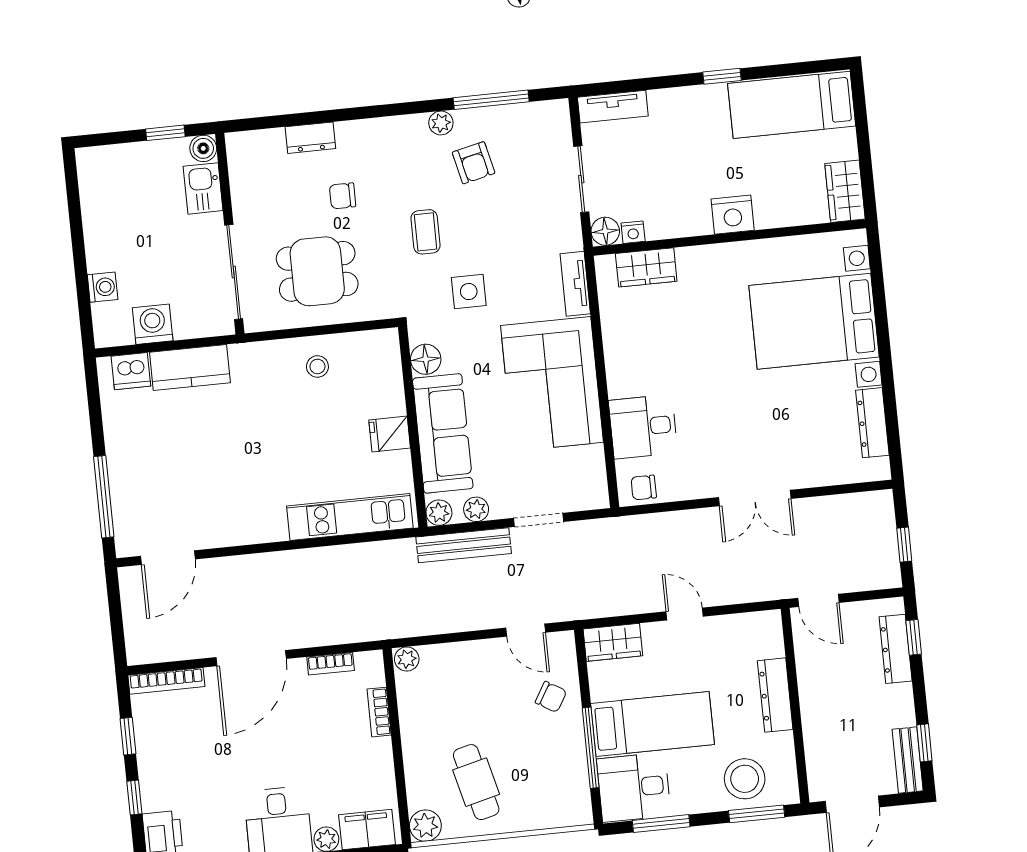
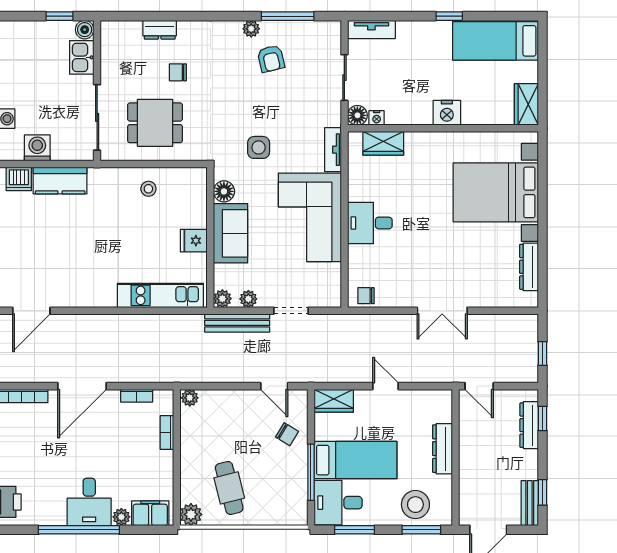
coffee table: (426, 232) -> (233, 103), removed
desk: (643, 427) -> (370, 223), moved
sofa: (443, 433) -> (231, 233), width x0.73

